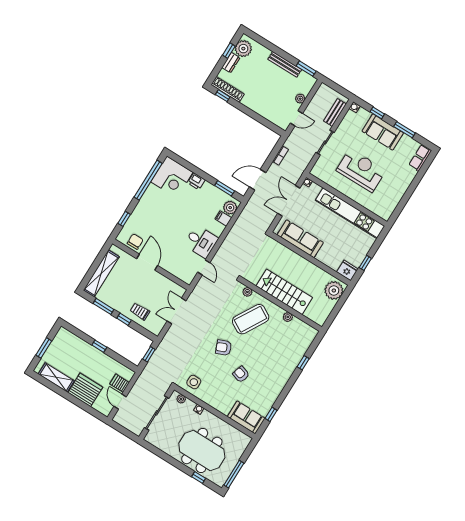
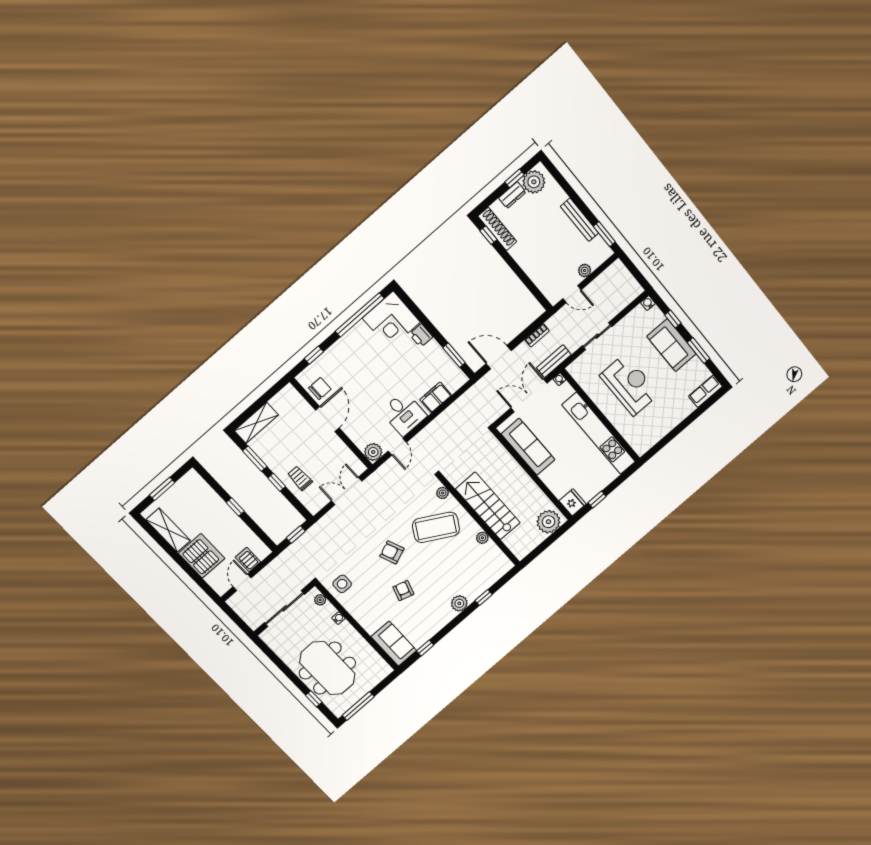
bench: (335, 112) -> (554, 361), moved
plant: (230, 208) -> (373, 452), moved
filing cabinet: (223, 218) -> (436, 397), width x2.00
shelving: (101, 273) -> (256, 423), width x0.68
plant: (286, 372) -> (459, 603), added

